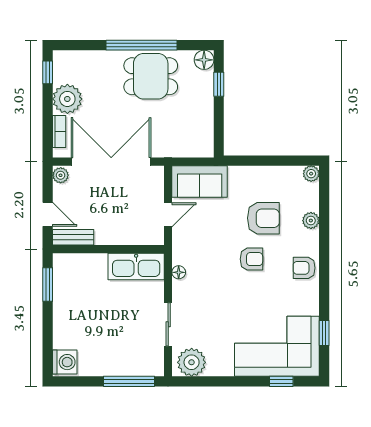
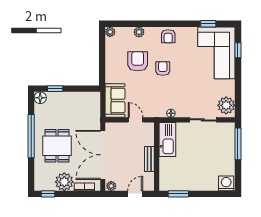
dining table: (151, 76) -> (57, 146), moved
bench: (73, 237) -> (149, 159), moved

